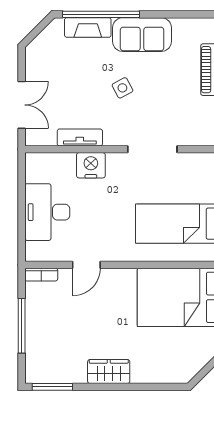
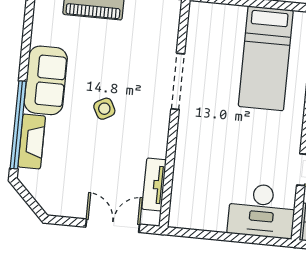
tv unit: (80, 137) -> (154, 184), moved
nightstand: (91, 165) -> (189, 153), removed
desk: (47, 212) -> (262, 211), moved

